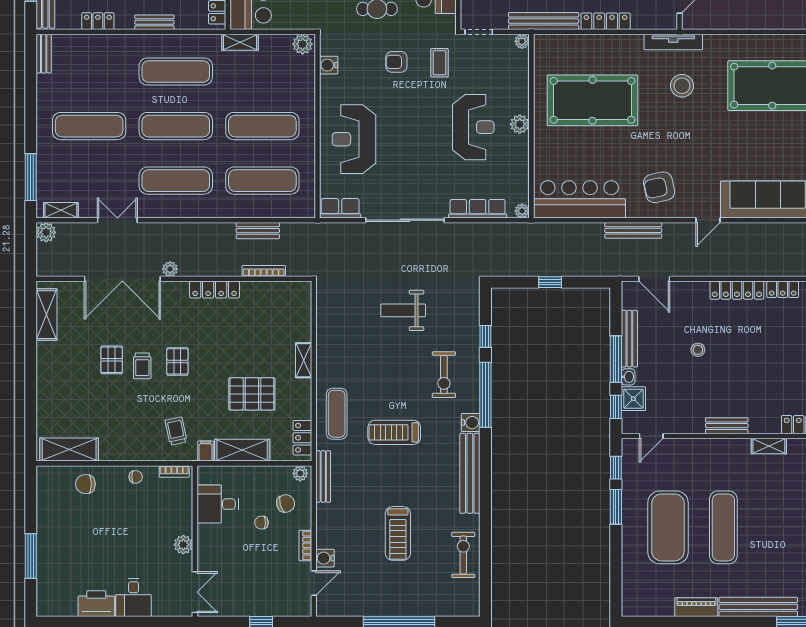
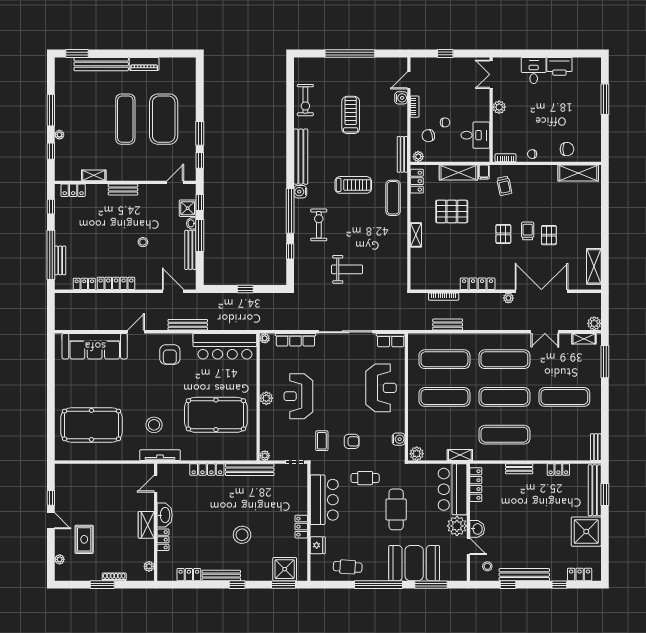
armchair: (659, 187) -> (170, 355), turned 102

